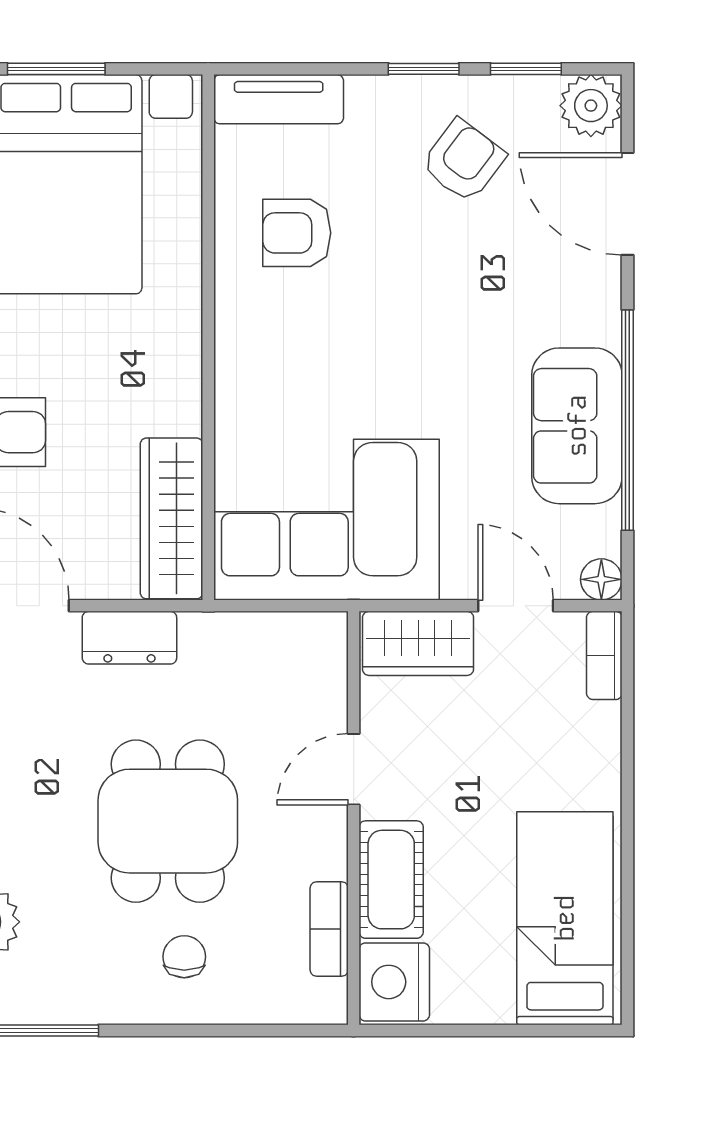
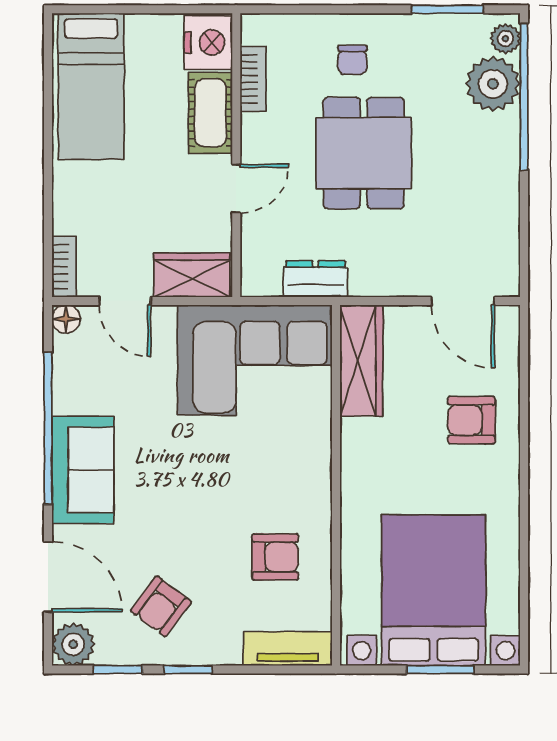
sofa: (577, 426) -> (83, 470), moved
dresser: (129, 638) -> (315, 279), moved

